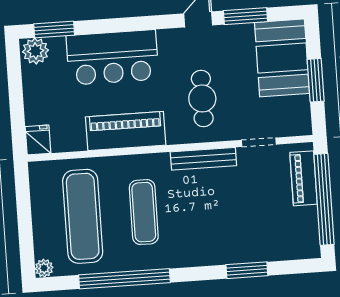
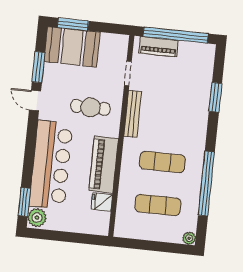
bar counter: (112, 57) -> (51, 165), width x1.36
window: (316, 80) -> (73, 24), moved
fridge: (38, 140) -> (102, 202), moved
exercise mat: (83, 216) -> (158, 205), width x0.73, depth x0.69

